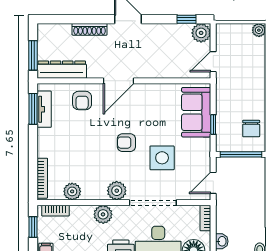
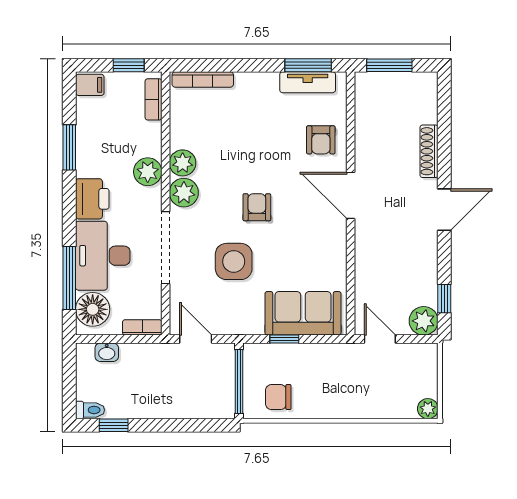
dresser: (62, 70) -> (368, 109), removed
armchair: (82, 100) -> (321, 140), turned -90
plant: (72, 191) -> (183, 163), moved

